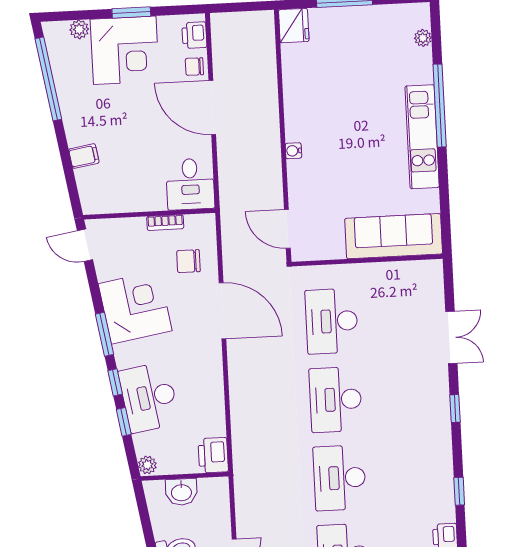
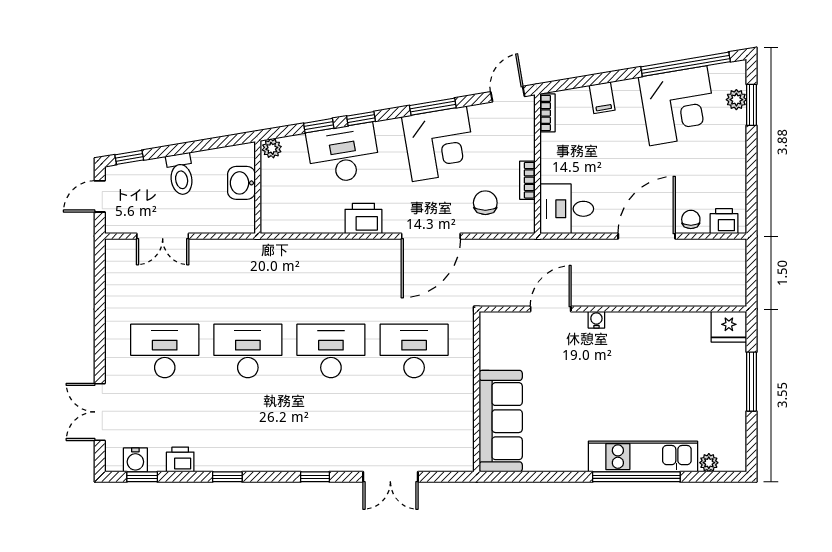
window: (131, 12) -> (751, 105), moved
corner desk: (125, 50) -> (678, 106), moved, turned -99
kitchen unit: (422, 137) -> (643, 457), moved
bookcase: (101, 207) -> (547, 113), added
door: (287, 229) -> (551, 309), moved
window: (105, 334) -> (433, 107), moved
printer: (213, 455) -> (363, 218), moved

